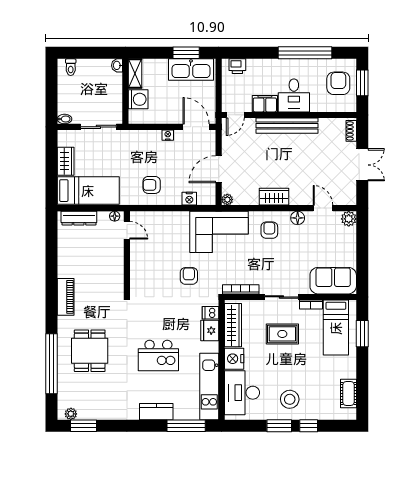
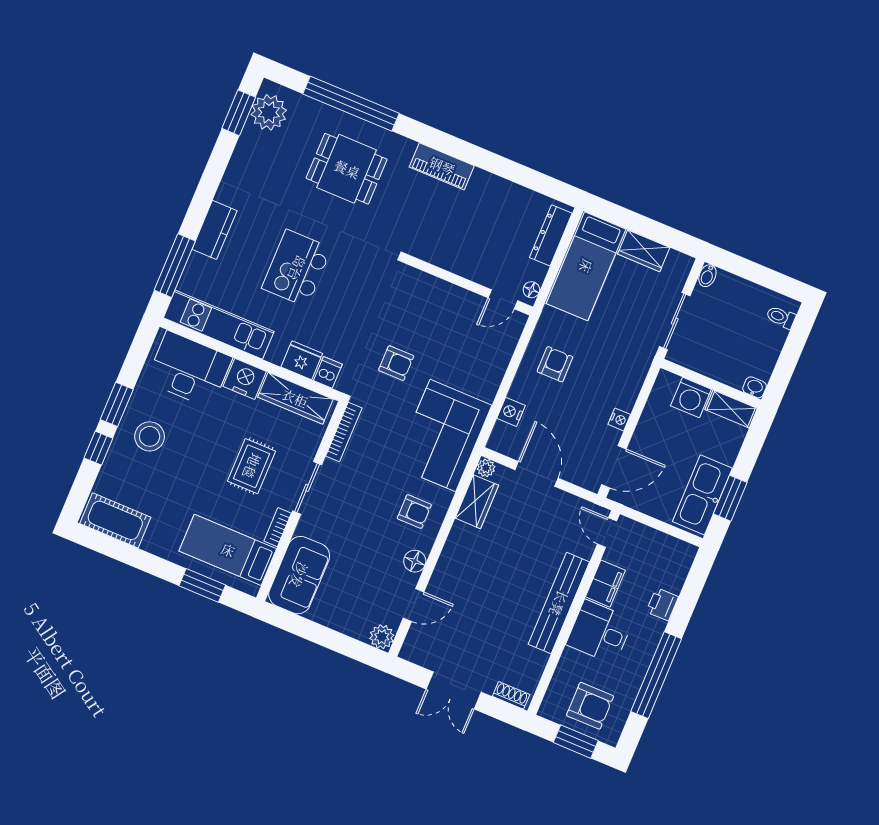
printer: (237, 66) -> (662, 604), moved
wardrobe: (274, 197) -> (477, 502), moved
cot: (348, 394) -> (115, 520), width x1.37, depth x1.34
plant: (71, 414) -> (269, 112), width x1.87, depth x1.87

